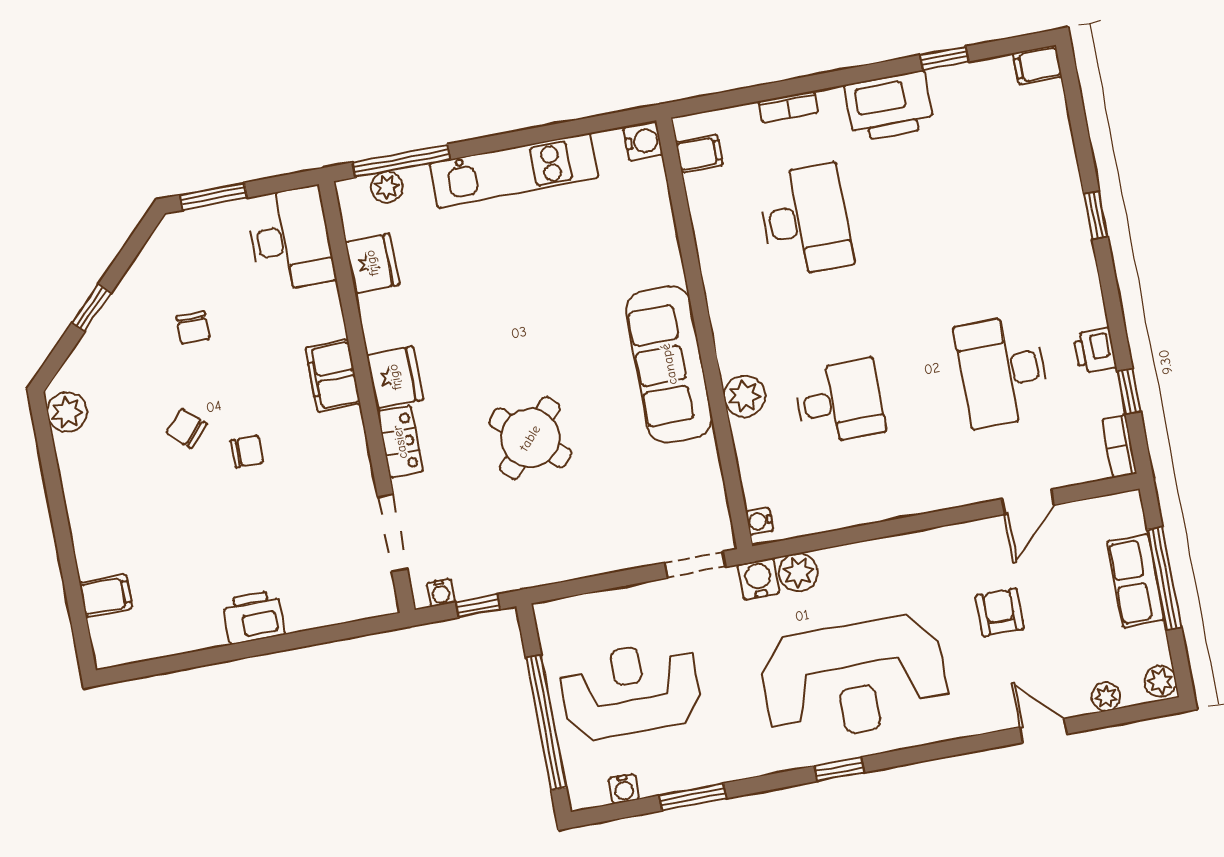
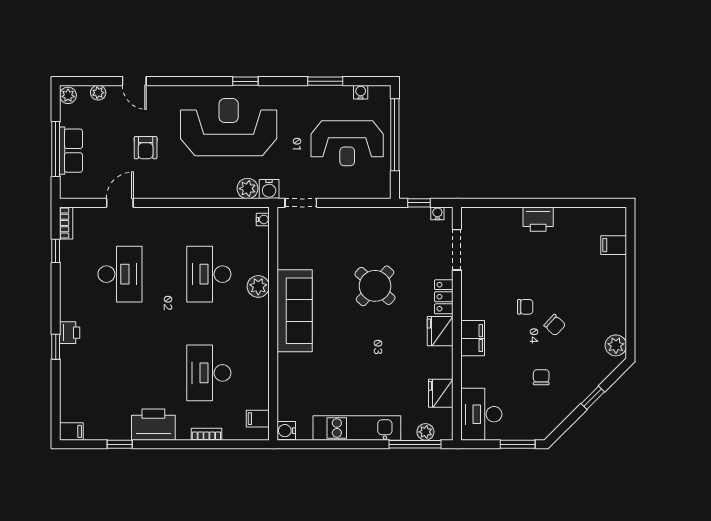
printer: (1095, 351) -> (70, 333), moved
desk: (840, 402) -> (209, 274), width x1.37
chair: (247, 452) -> (525, 307), turned 180

